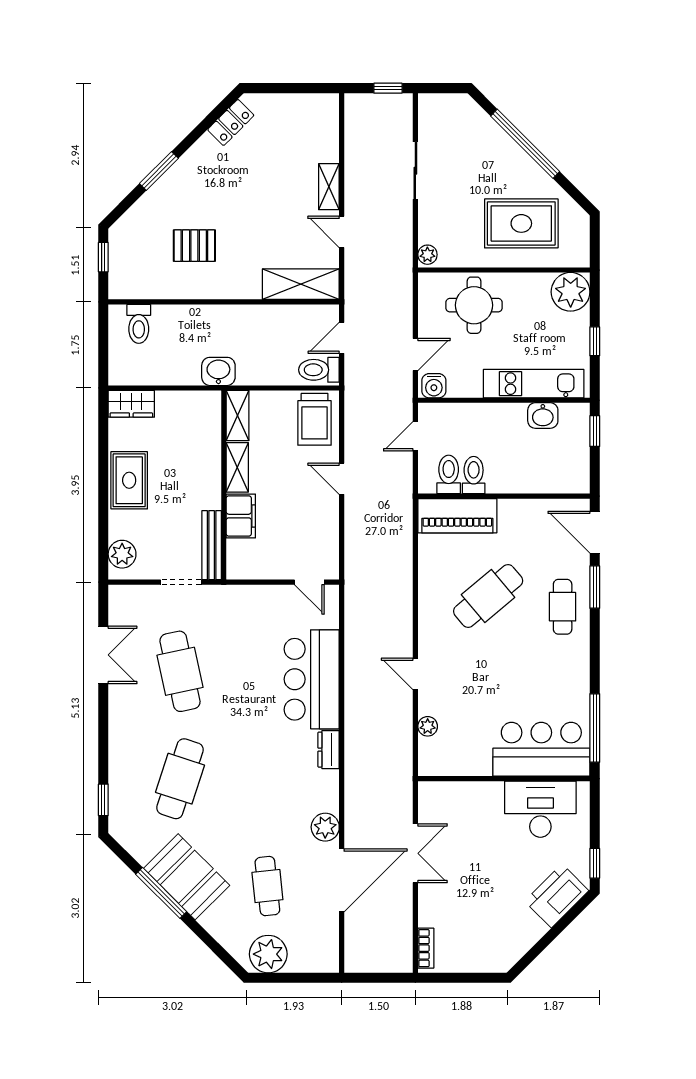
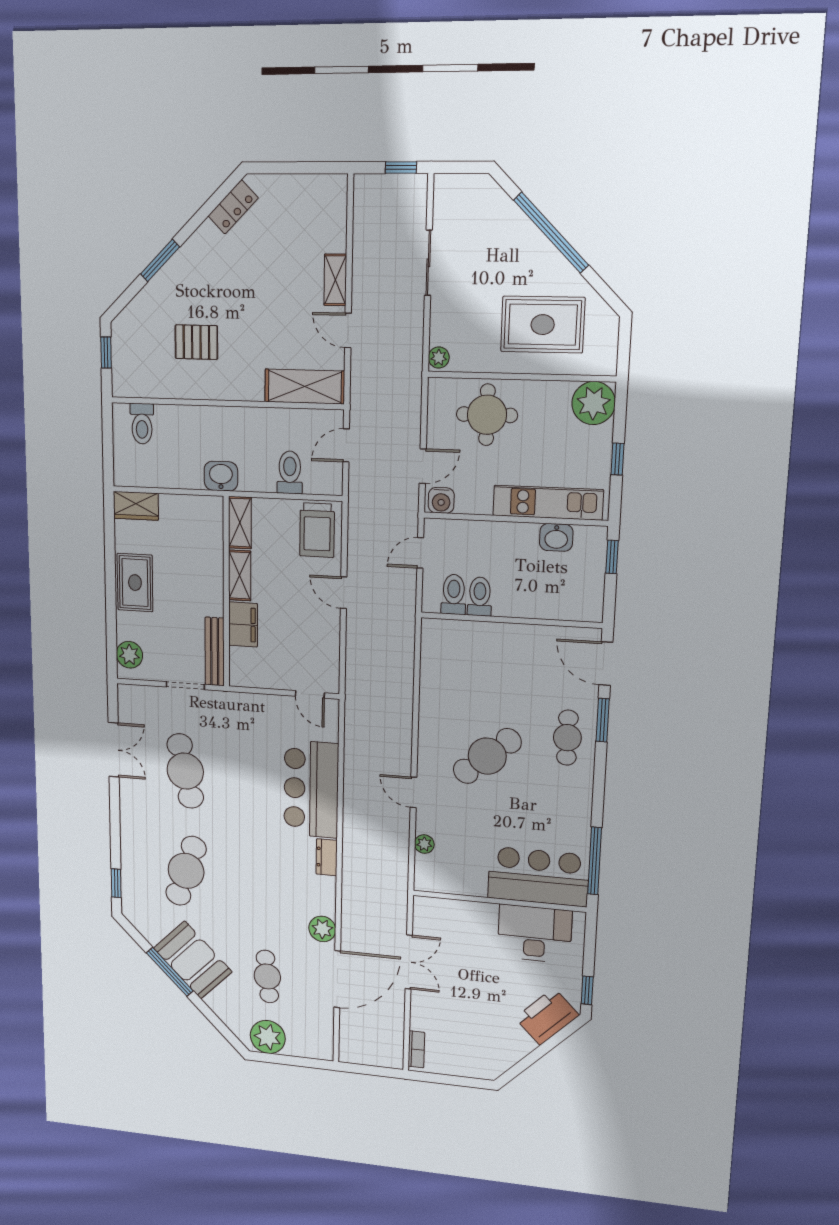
toilet: (319, 370) -> (290, 472), moved, turned 90
piano: (457, 516) -> (461, 638), removed
cafe table: (488, 596) -> (487, 756), moved

